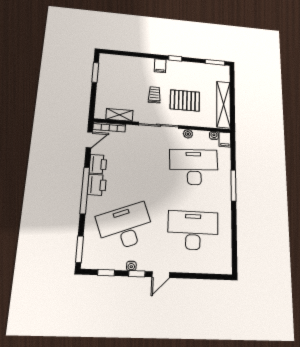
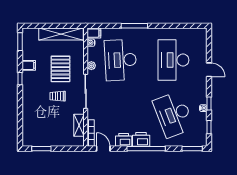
filing cabinet: (160, 66) -> (29, 65), moved
door: (161, 275) -> (209, 70), moved

